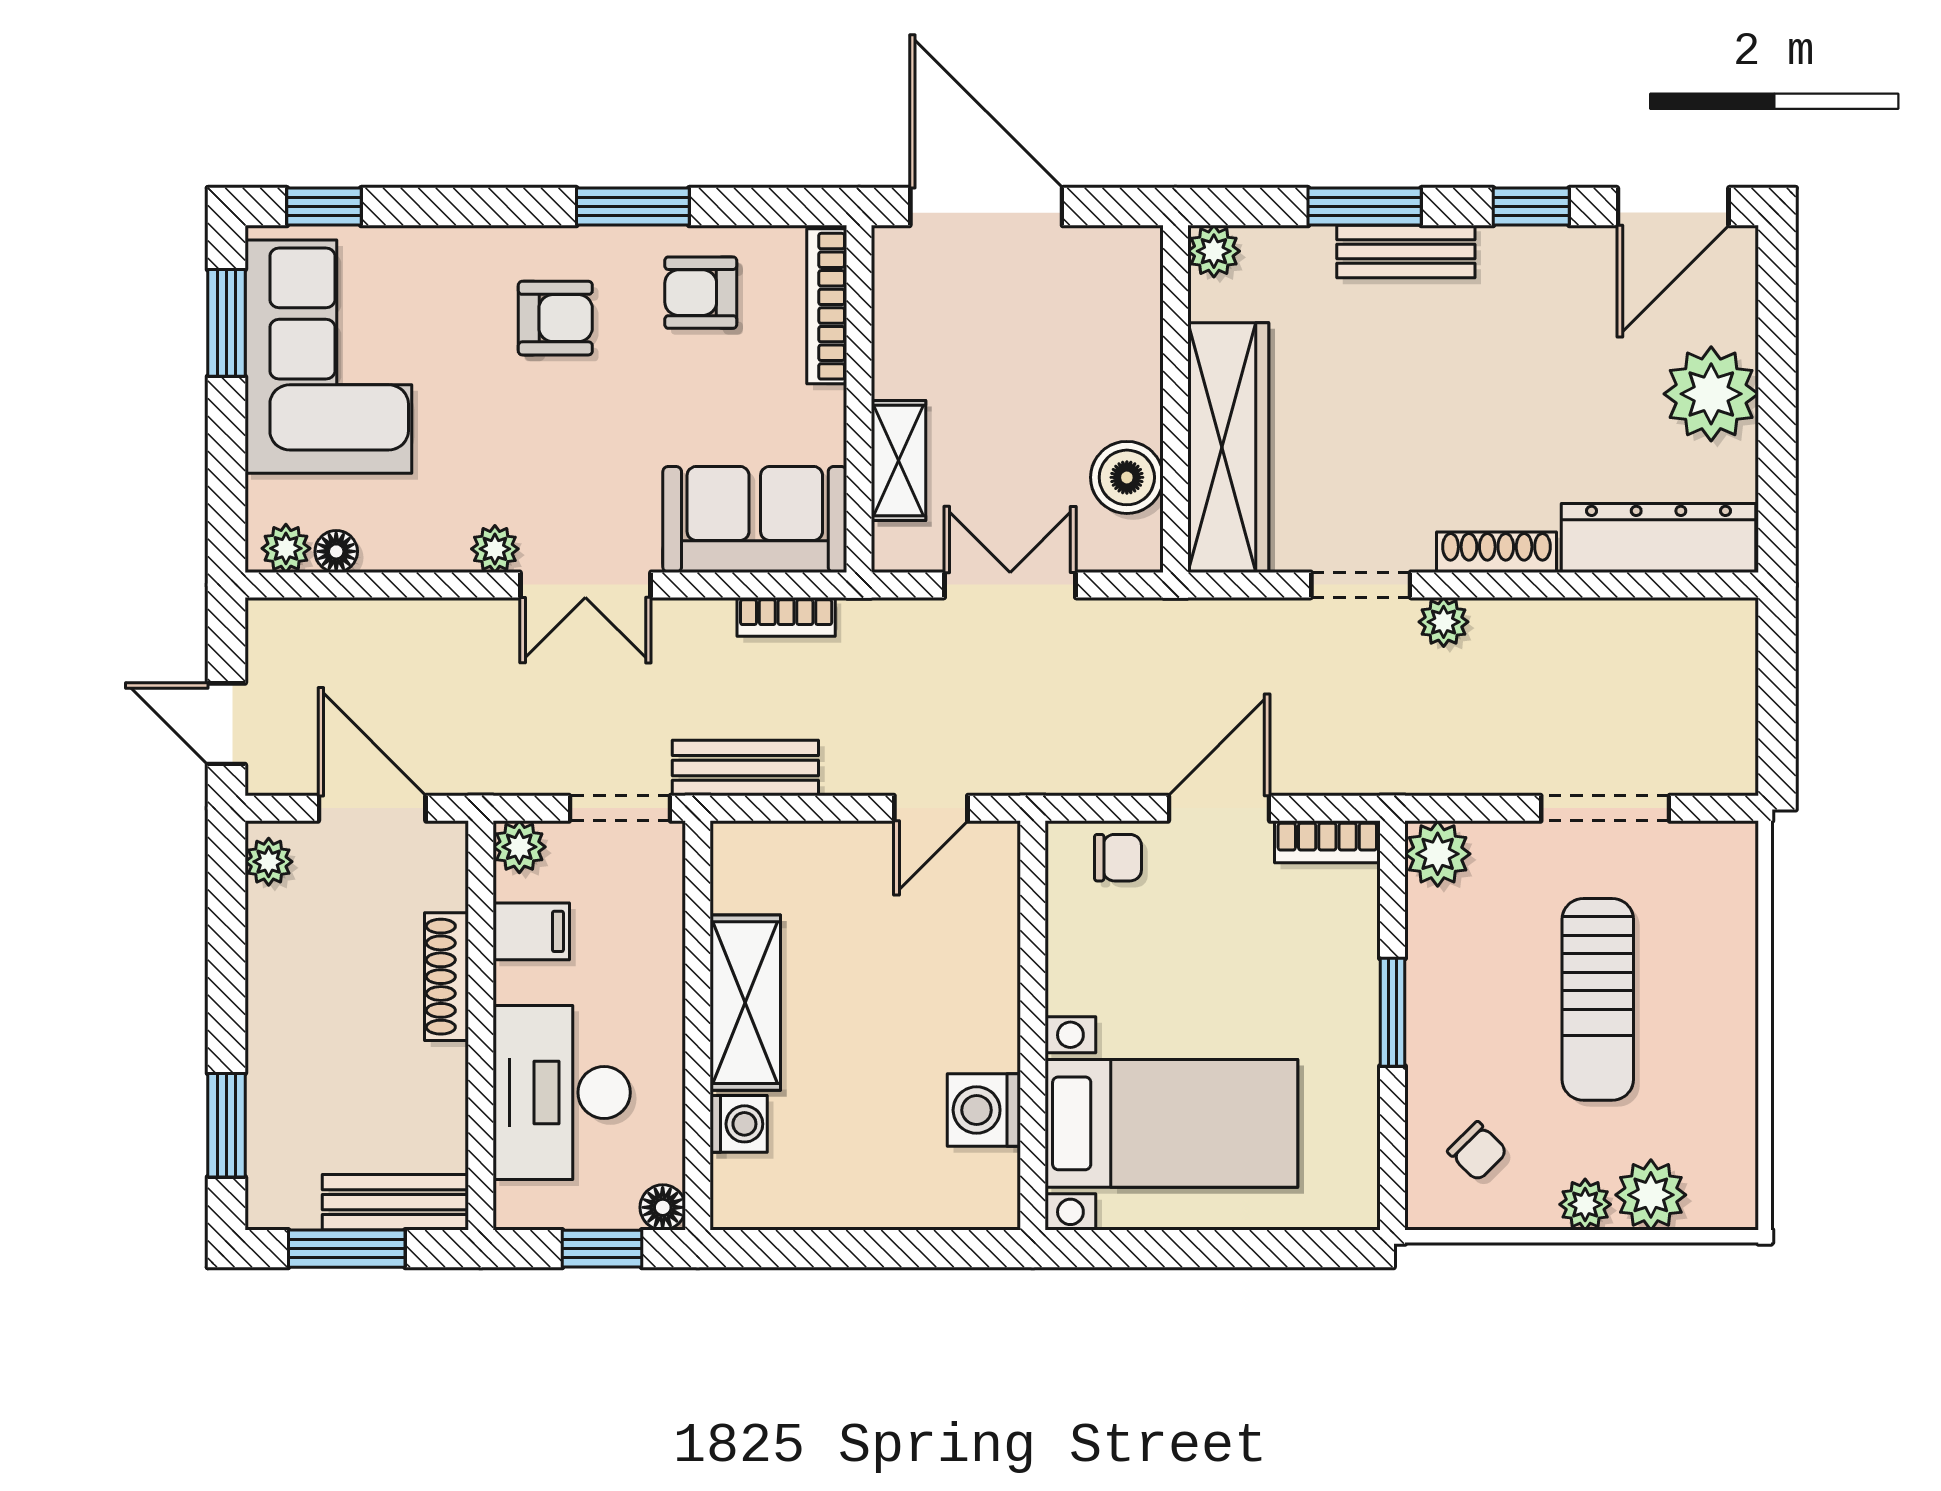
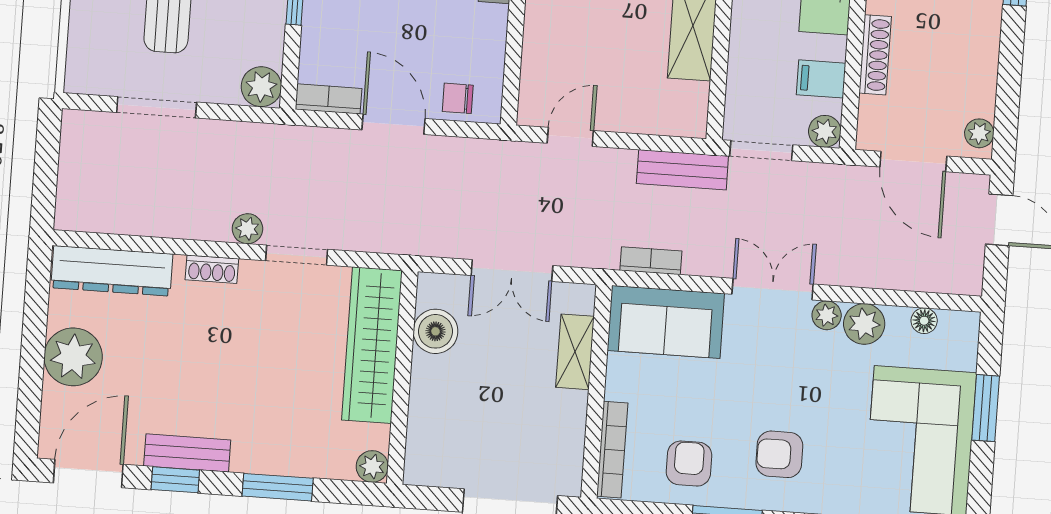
bench: (1406, 252) -> (187, 453), moved
armchair: (701, 293) -> (689, 464), turned -90
window: (226, 323) -> (986, 408), moved
plant: (286, 548) -> (864, 324), moved, width x1.38, depth x1.38
shoe rack: (1497, 552) -> (212, 269), width x0.70
door: (1219, 808) -> (394, 124), swing flipped

